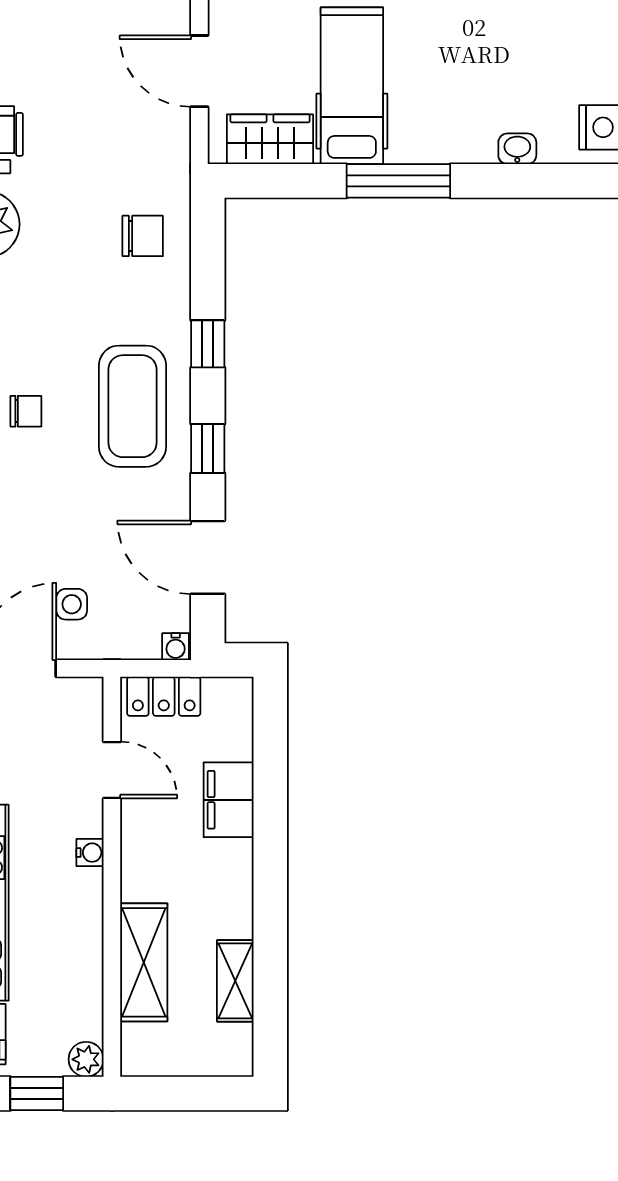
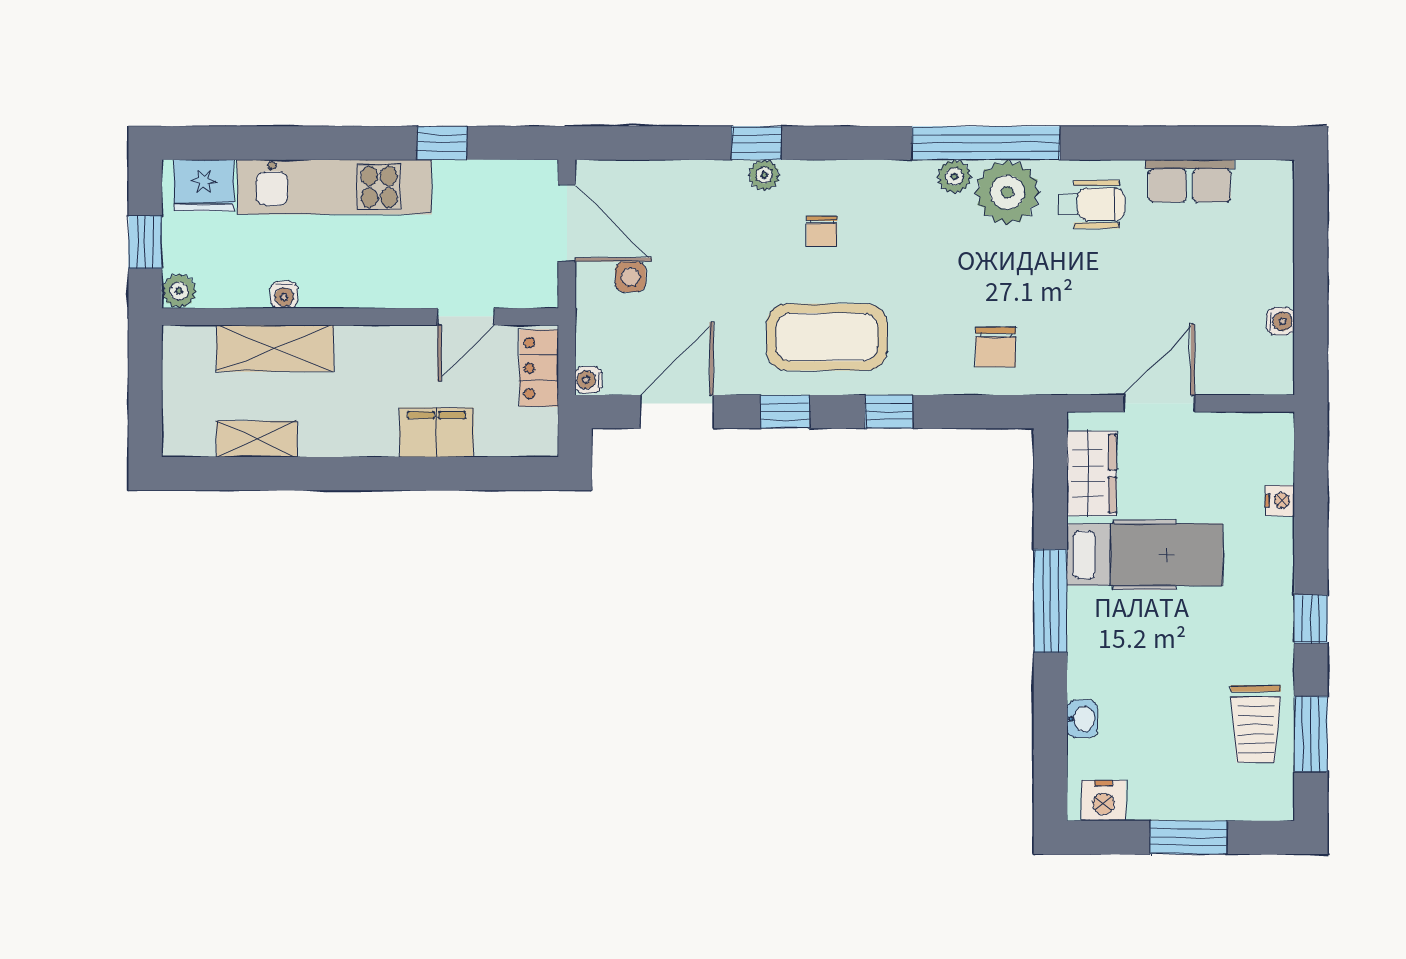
water cooler: (90, 853) -> (284, 295), moved

